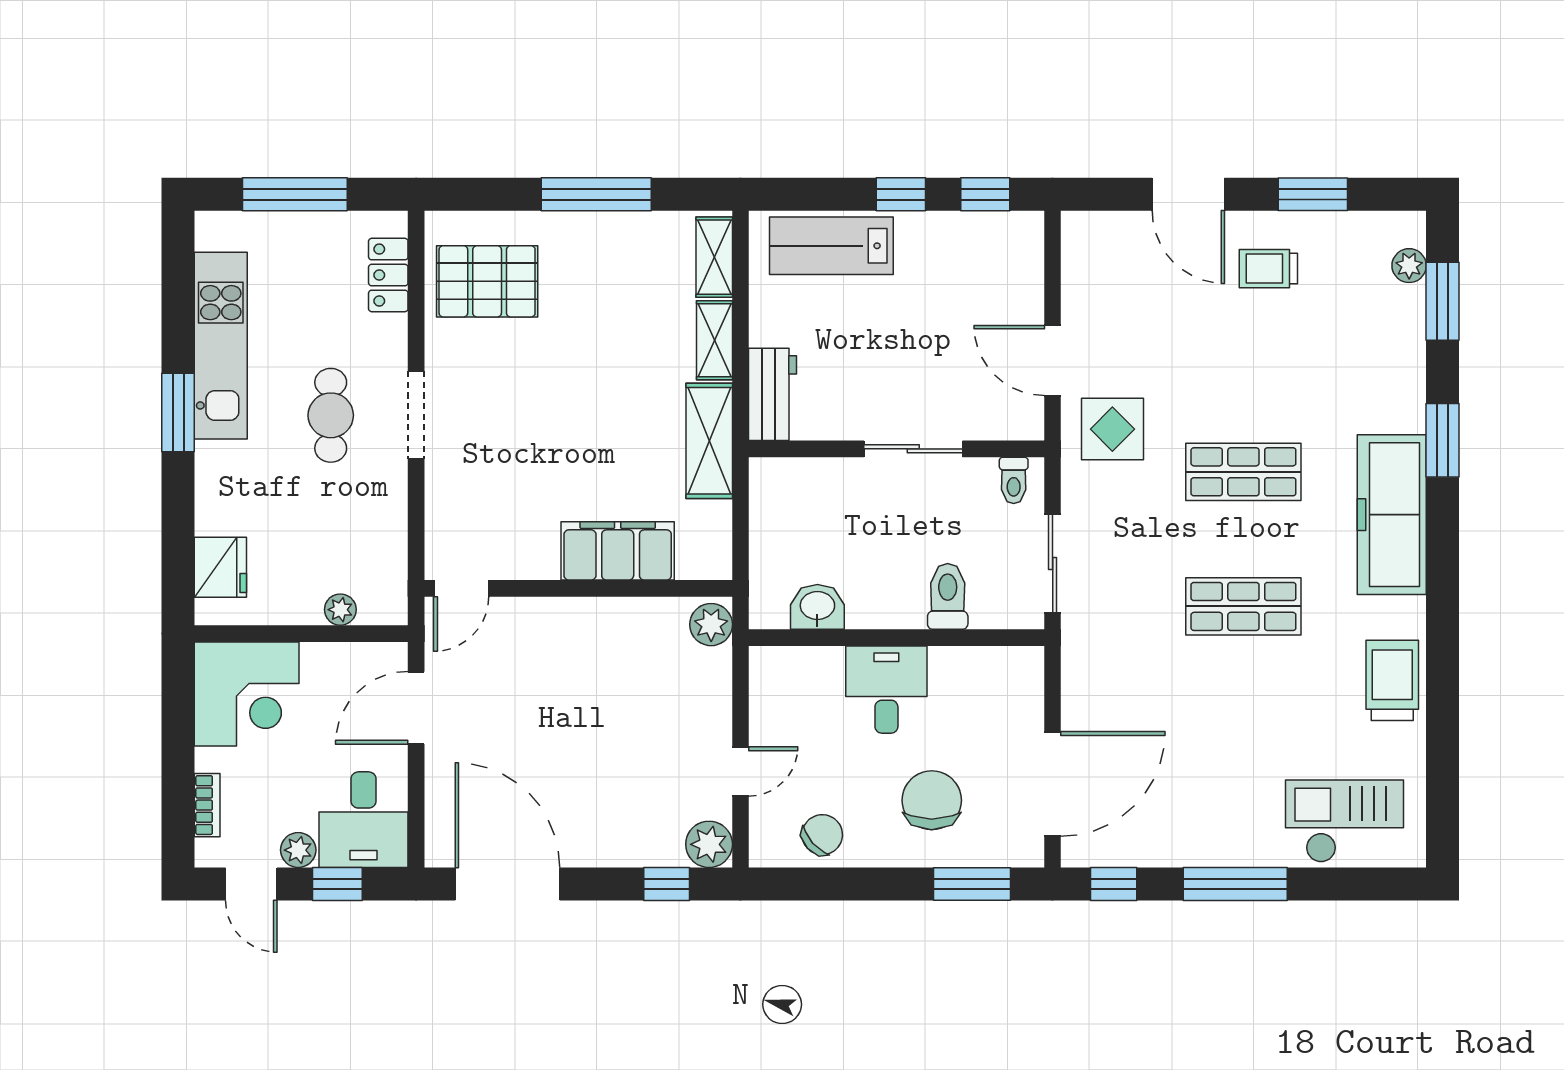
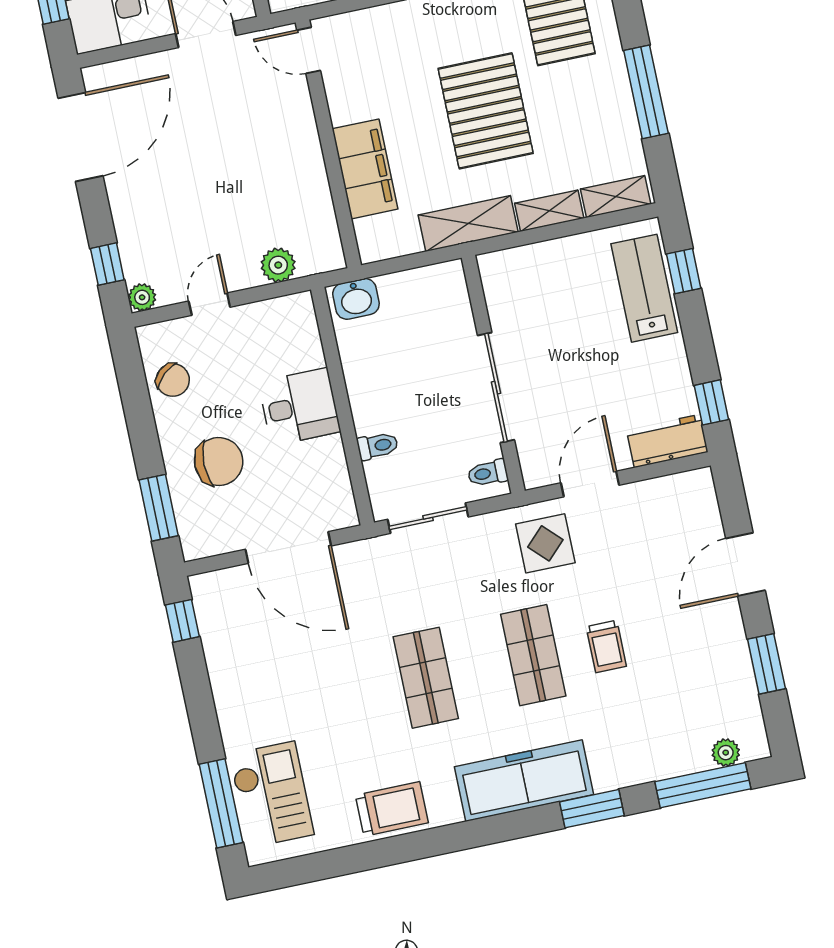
window: (901, 194) -> (684, 271), moved
trolley: (1268, 269) -> (606, 646), moved, turned 180
window: (1443, 301) -> (703, 785), width x1.44
pallet: (578, 391) -> (486, 111), added
workbench: (773, 394) -> (667, 441), moved, turned 180
sliding door: (913, 449) -> (496, 388), width x1.37
toilet: (948, 596) -> (378, 446), width x0.73, depth x0.72
washbasin: (817, 607) -> (356, 299), moved, turned 90
plant: (711, 625) -> (278, 265), moved
door: (741, 771) -> (209, 304), swing flipped
door: (1053, 784) -> (288, 548), moved
plant: (709, 844) -> (142, 297), width x0.73, depth x0.73
window: (1235, 884) -> (221, 803), moved

